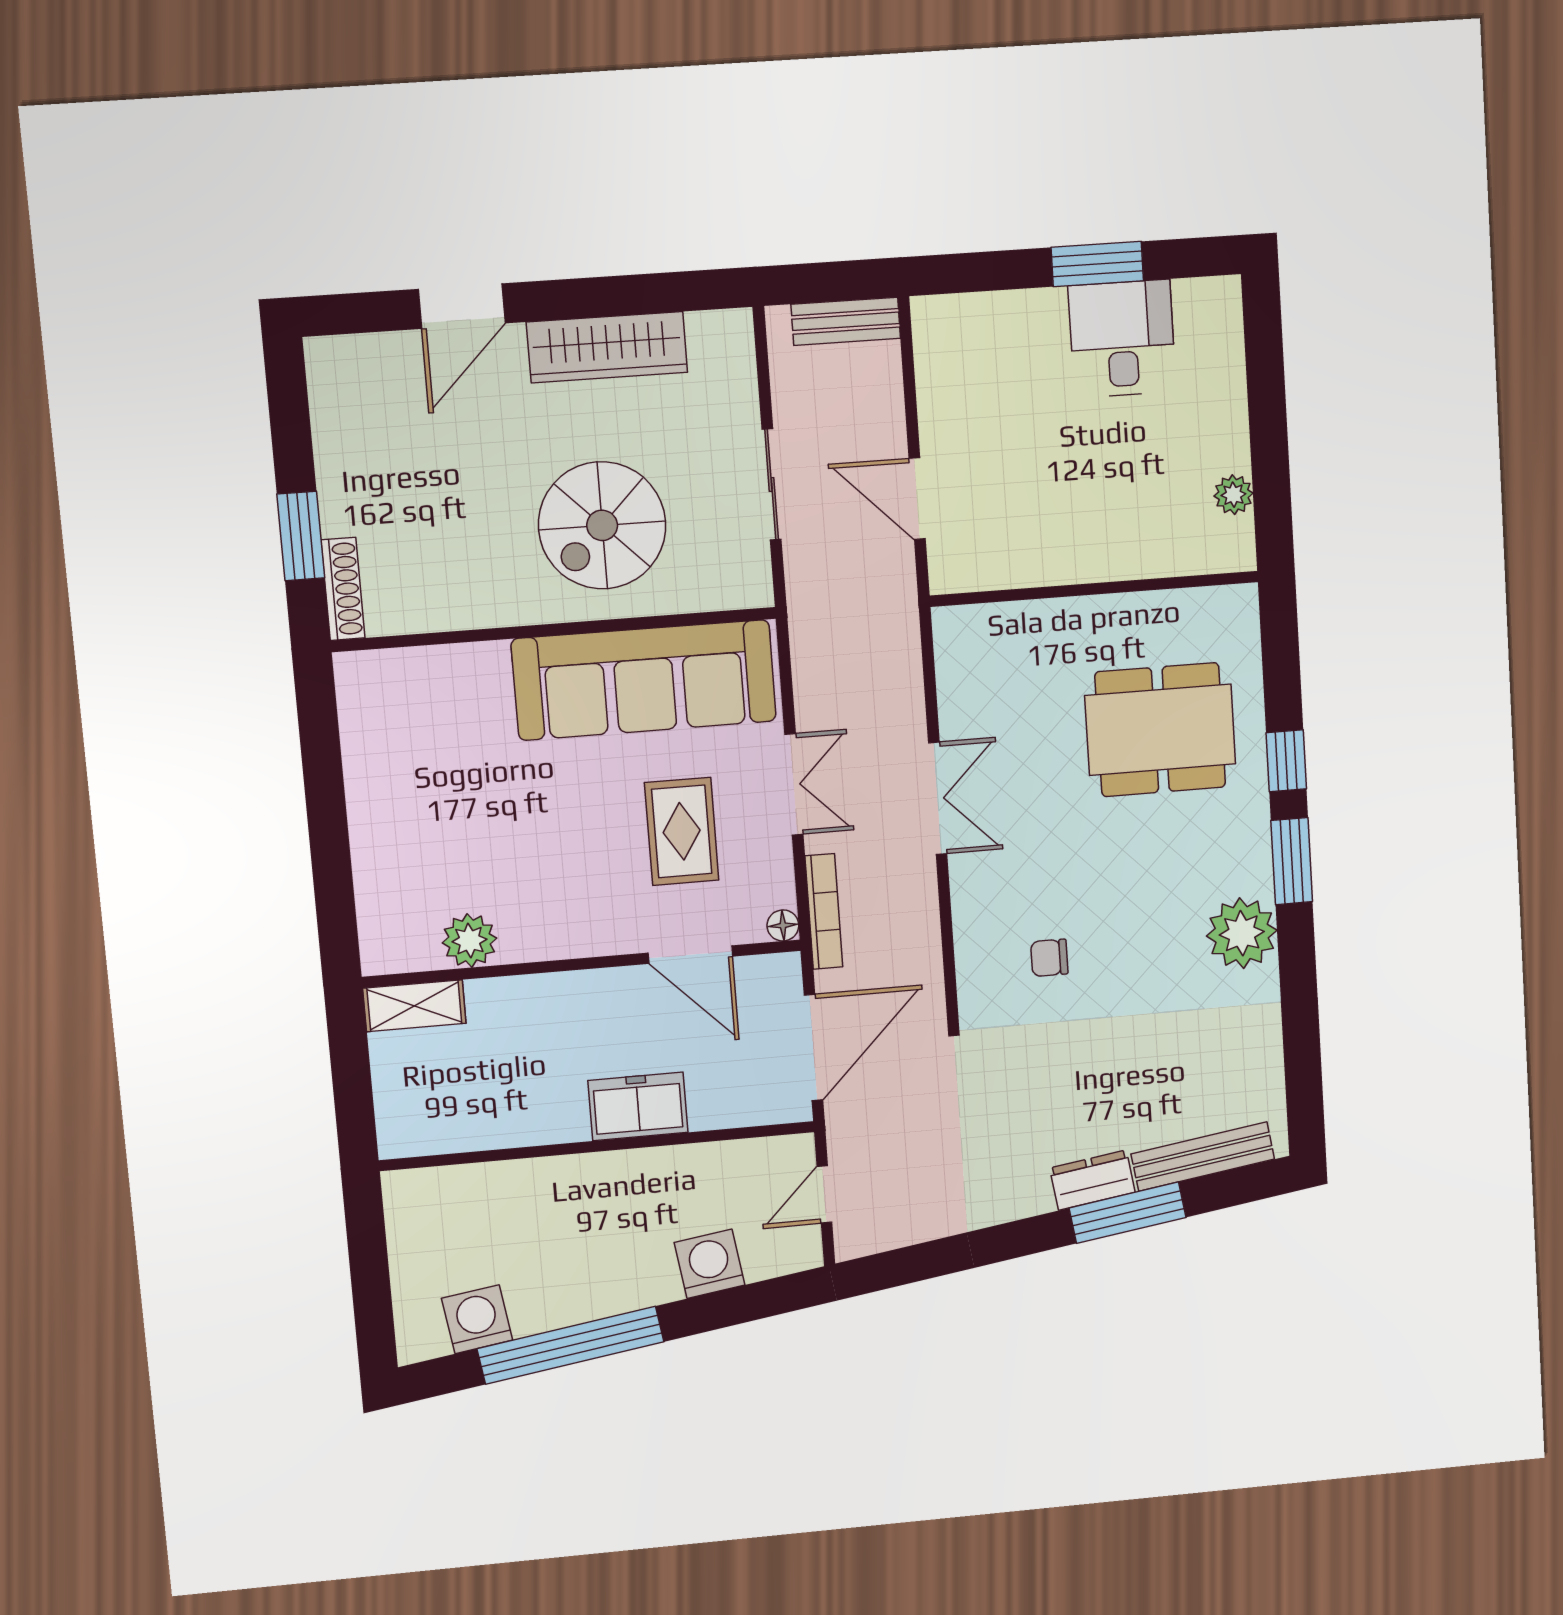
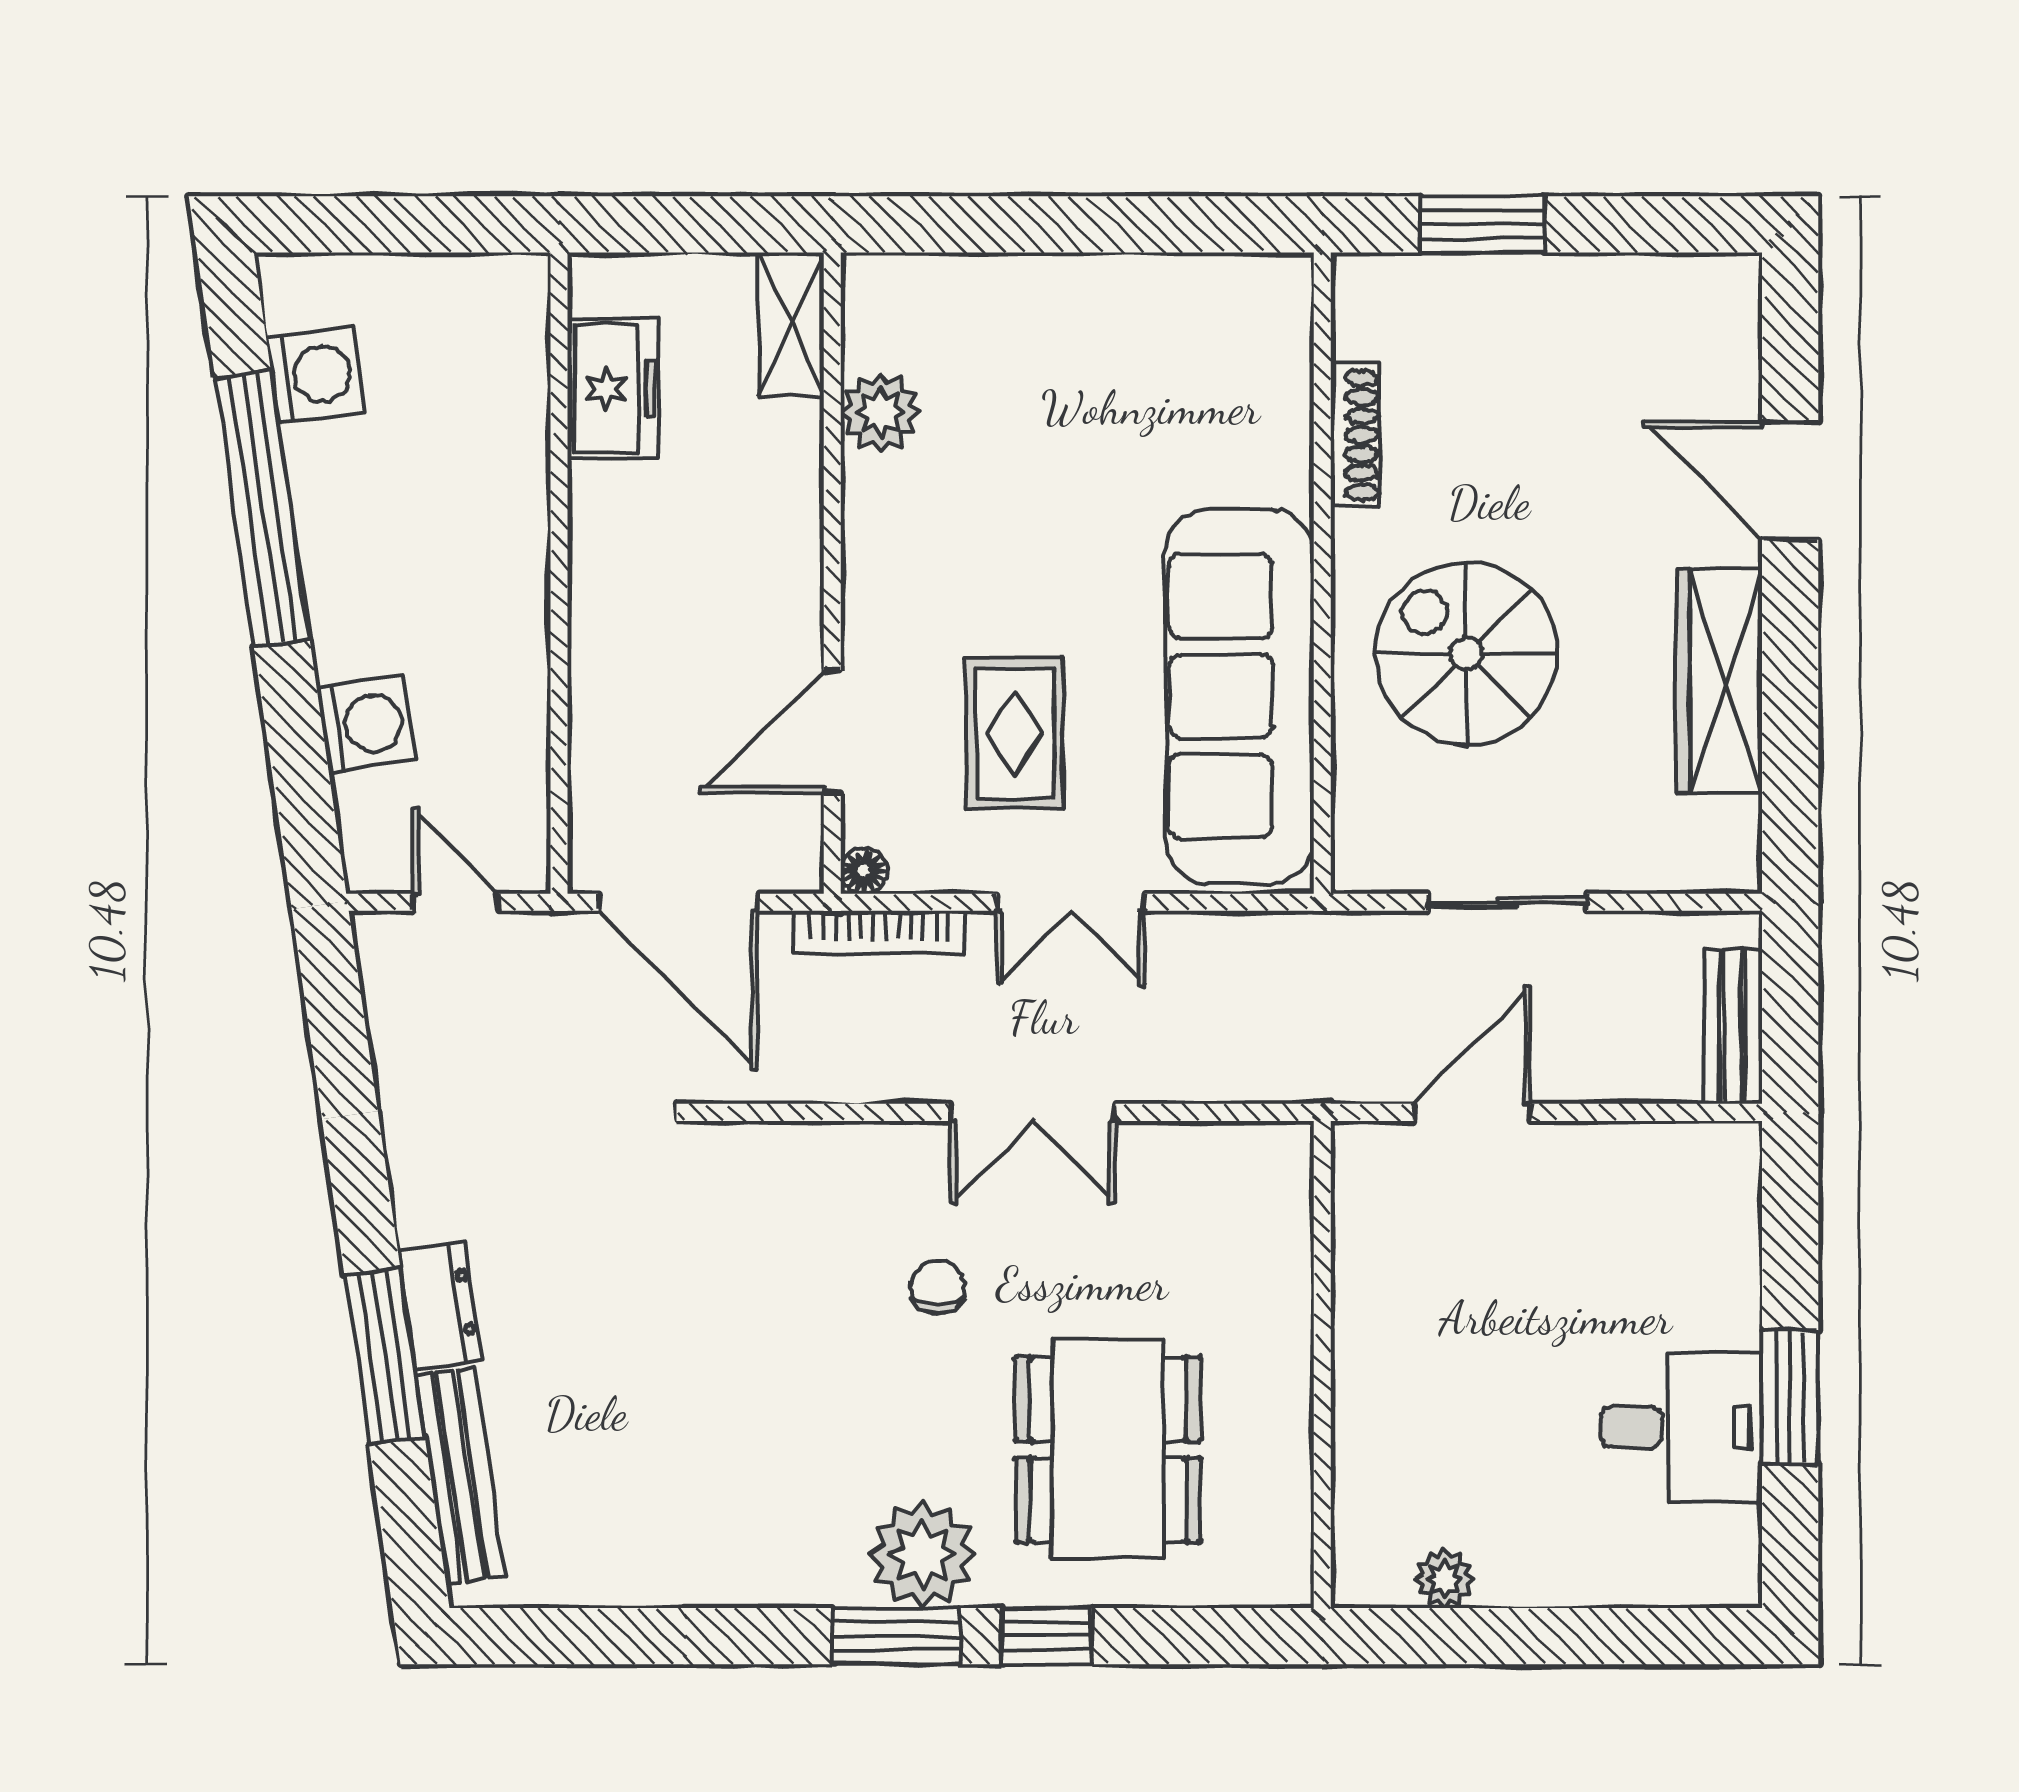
shoe rack: (343, 589) -> (1355, 435), moved, turned -90
rug: (682, 831) -> (1015, 733), turned 90
plant: (1242, 933) -> (922, 1554), moved
chair: (1049, 958) -> (938, 1287), moved
freezer: (638, 1106) -> (613, 389), moved

